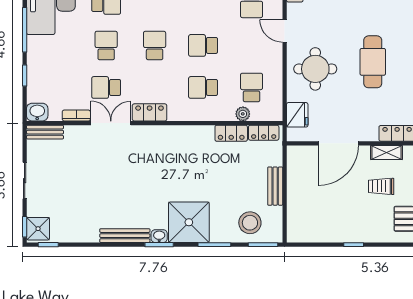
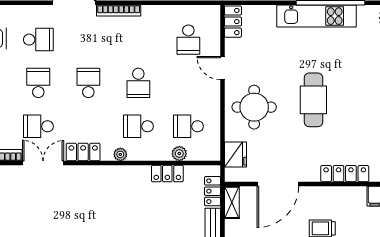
school desk: (203, 45) -> (138, 83), turned -90
school desk: (252, 87) -> (188, 126), turned -90
plant: (186, 115) -> (120, 154), added
locker: (264, 133) -> (212, 191), moved, turned 90
shelving: (386, 152) -> (232, 202), moved, turned 90

